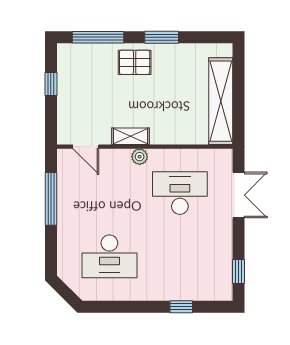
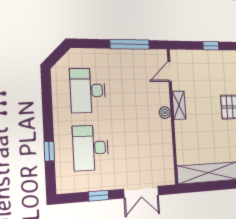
desk: (180, 193) -> (91, 148), moved, turned 180
window: (238, 272) -> (99, 196), moved

